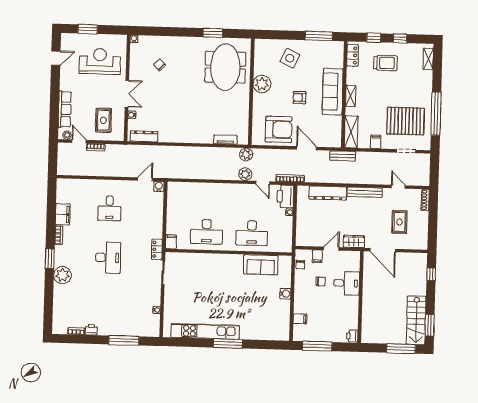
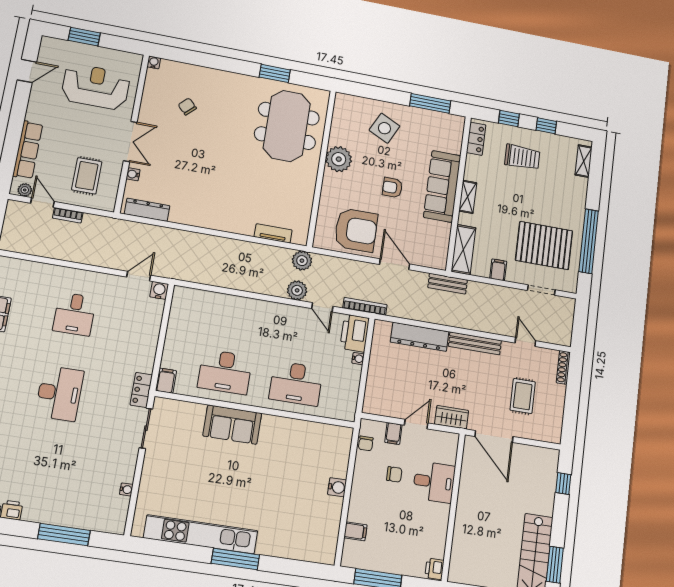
sofa: (261, 265) -> (232, 425), moved

